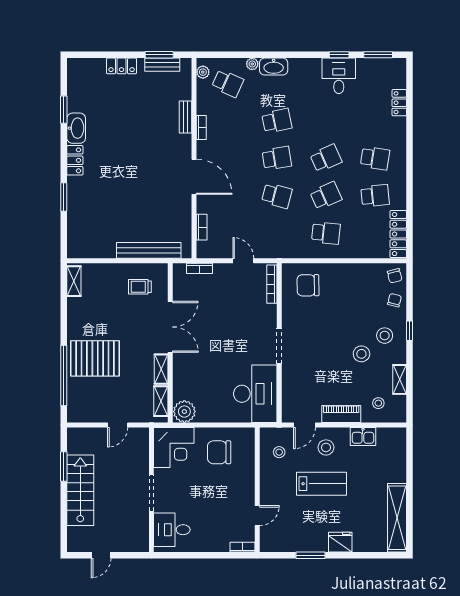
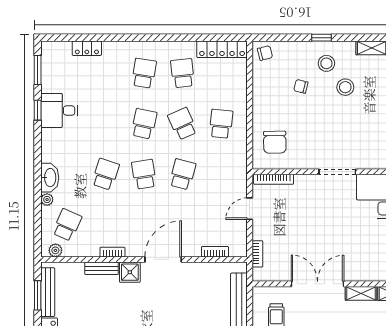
bench: (162, 65) -> (48, 292), width x1.36
school desk: (277, 121) -> (105, 174), turned 30
shower: (182, 144) -> (130, 272), added
school desk: (326, 158) -> (144, 124), turned 36
chair: (395, 300) -> (301, 86), moved

